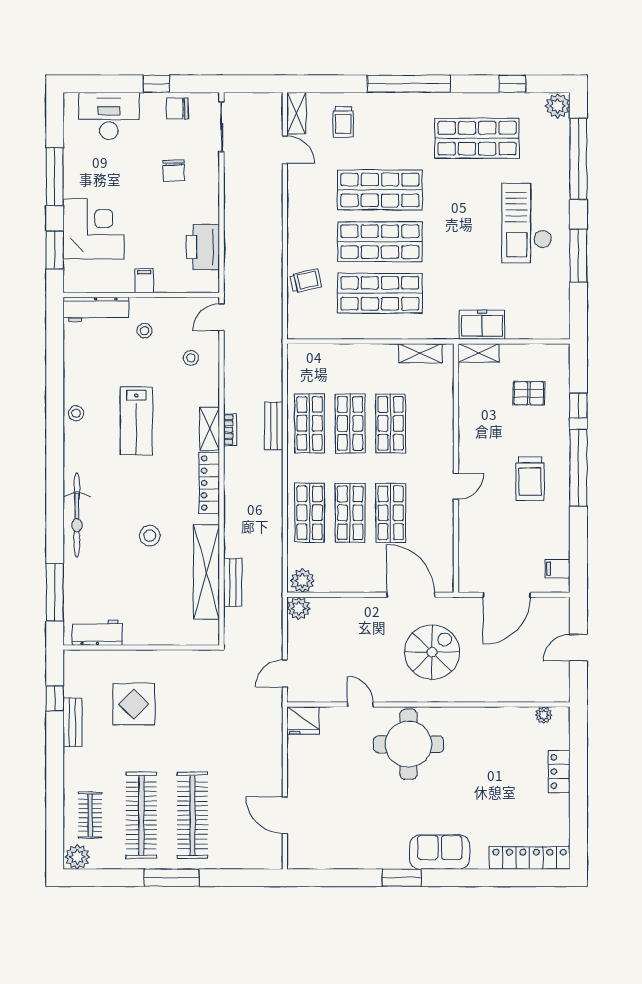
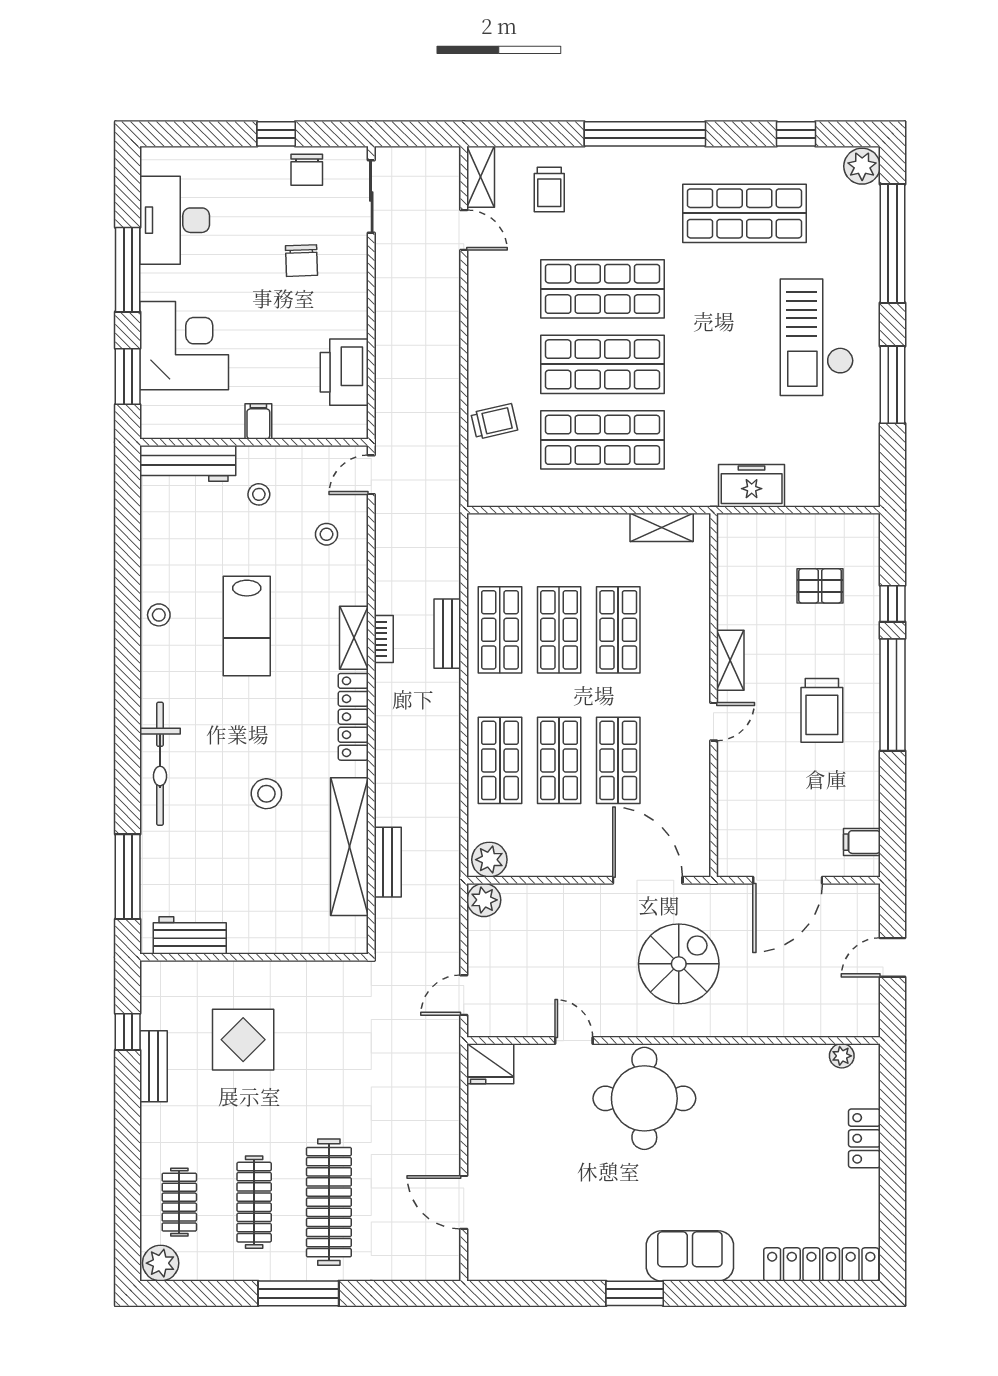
chair: (177, 108) -> (307, 170), turned -90
desk: (109, 116) -> (175, 220), moved, turned -90
shelving: (479, 353) -> (730, 660), moved, turned 90
clothes rail: (141, 815) -> (254, 1202), width x0.73, depth x0.76

